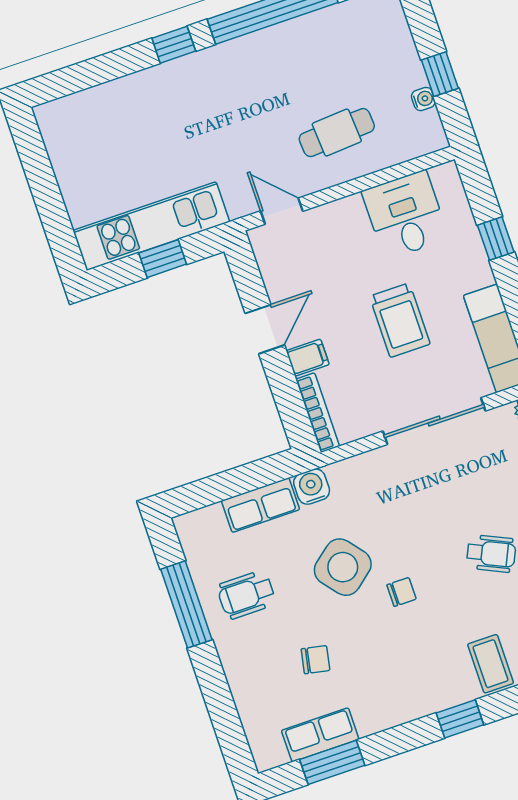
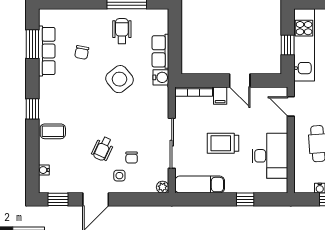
door: (282, 211) -> (291, 106), swing flipped
desk: (405, 215) -> (270, 156), width x1.37
chair: (401, 592) -> (132, 158), moved
row of seats: (320, 735) -> (47, 51), width x1.48

